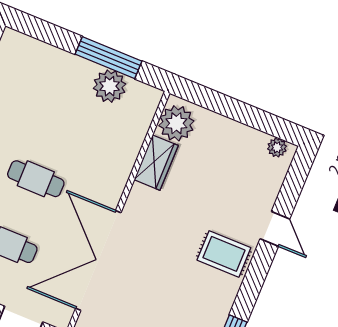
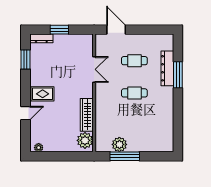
wardrobe: (156, 163) -> (87, 115), width x1.50
door: (275, 229) -> (25, 113), swing flipped
double door: (98, 260) -> (94, 69), width x0.54

